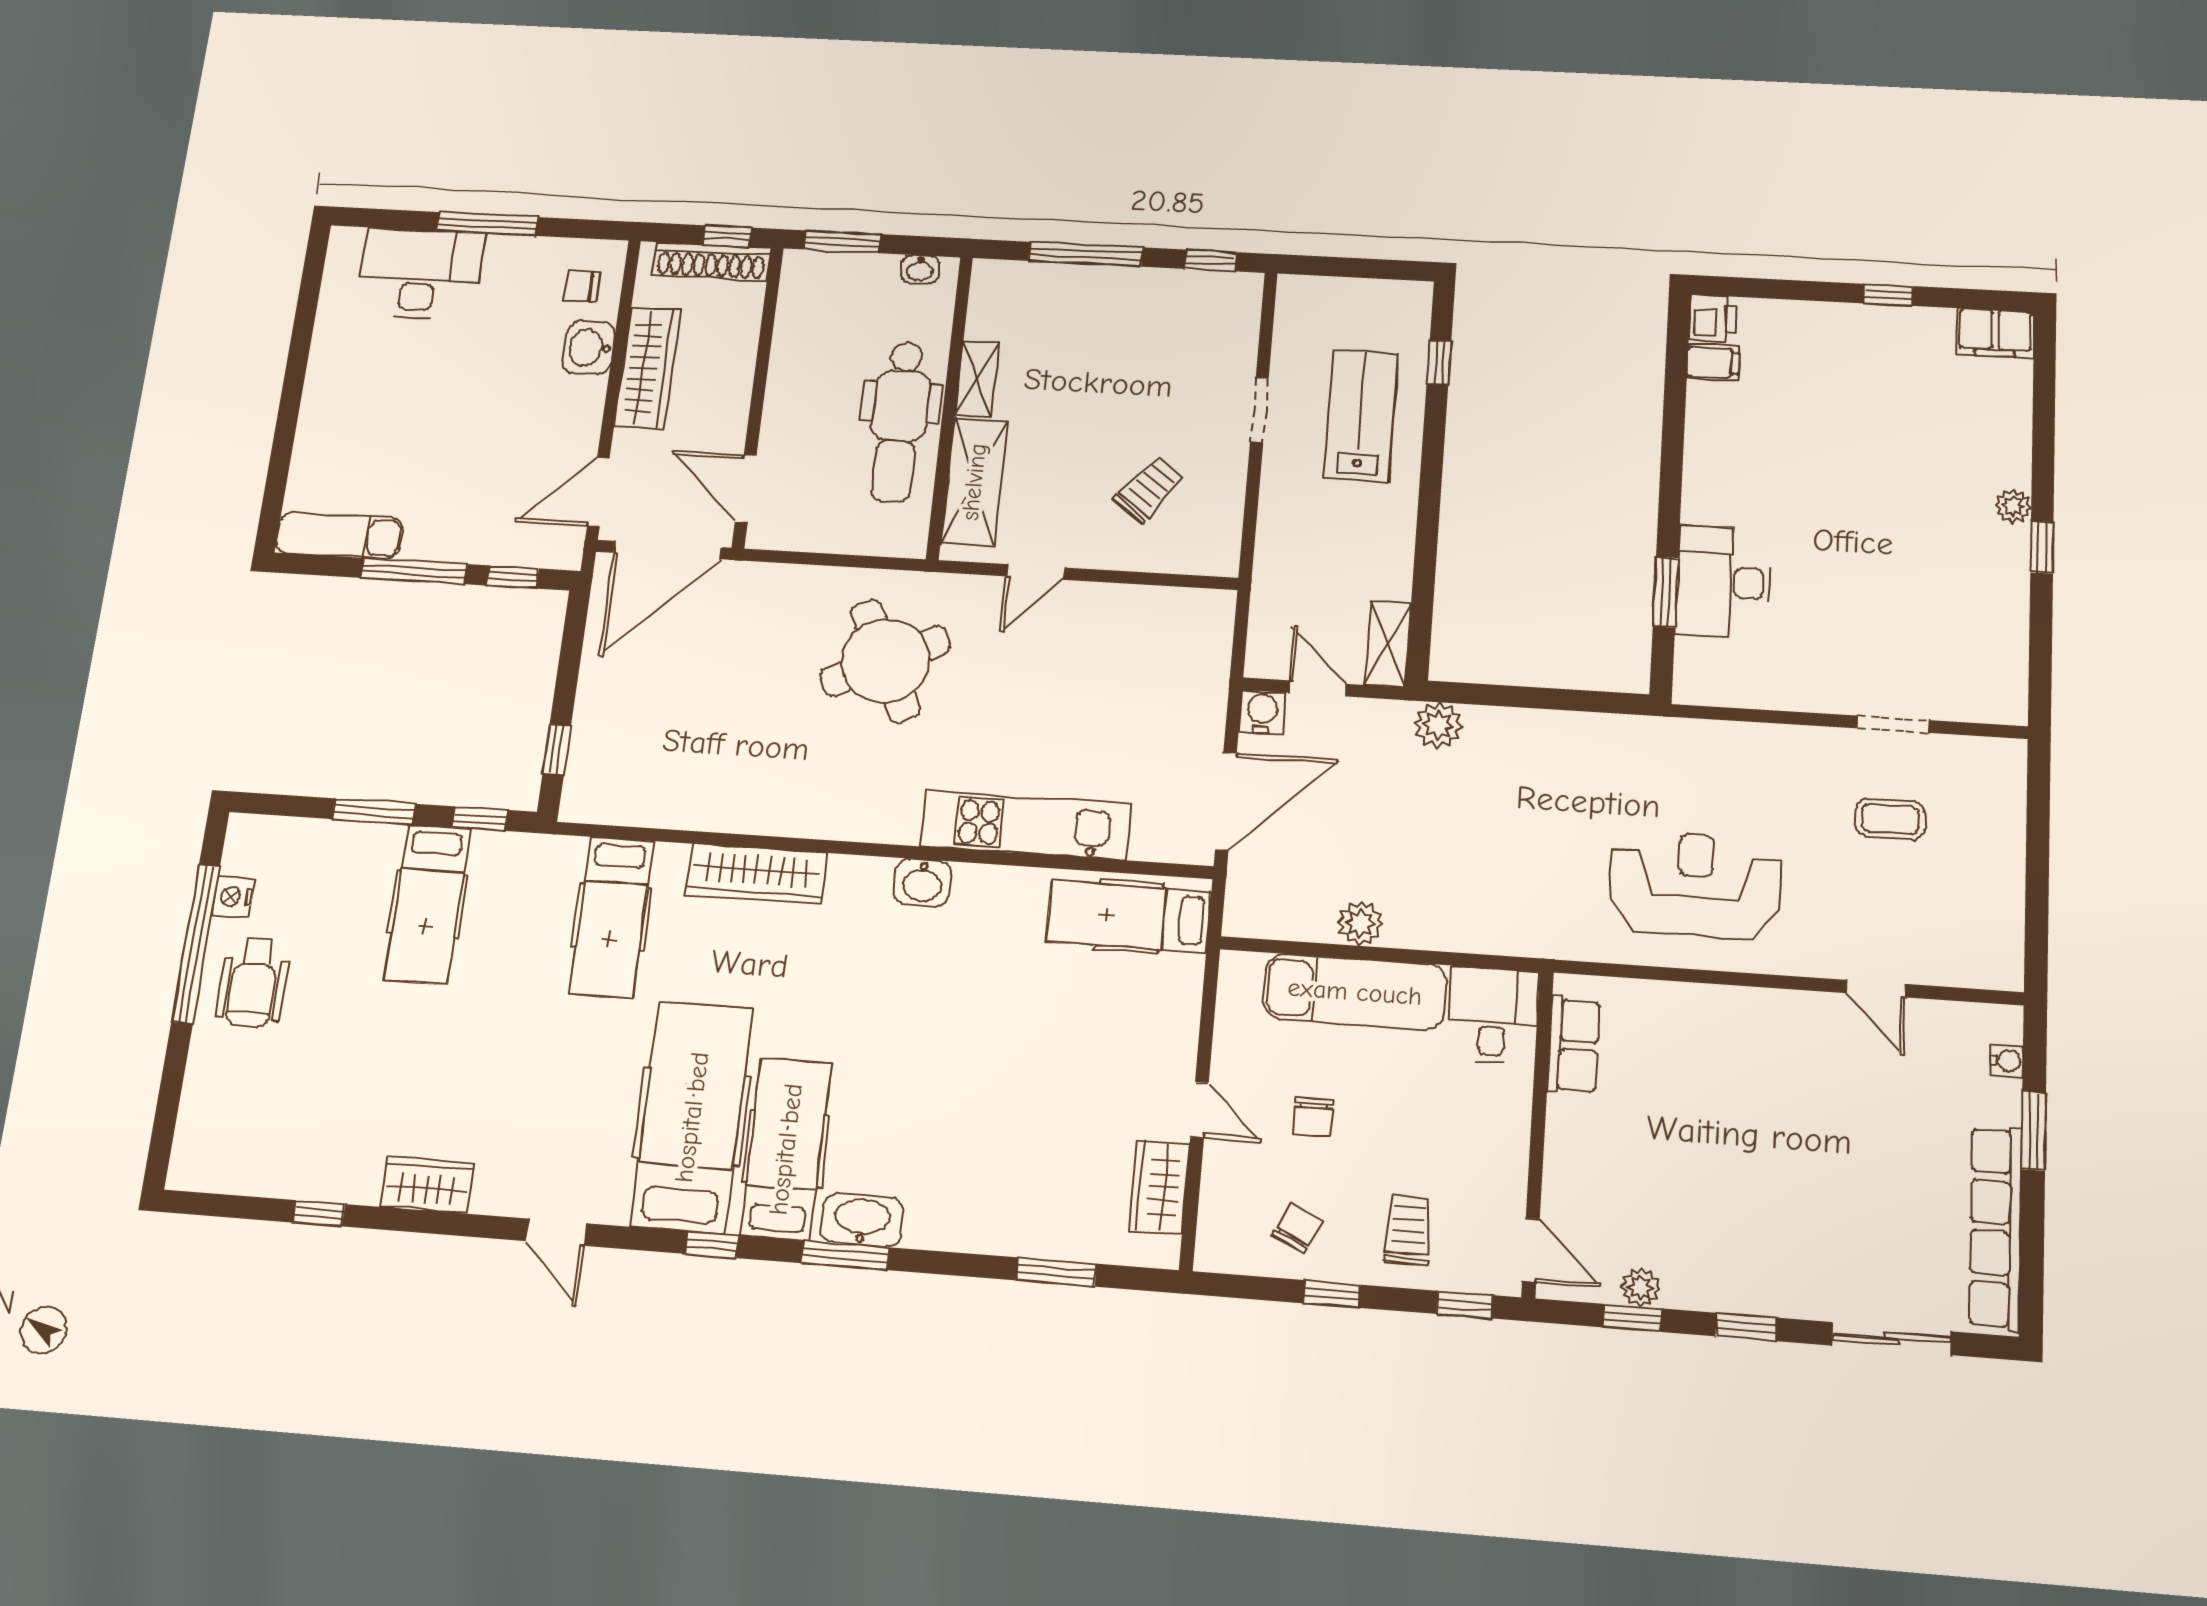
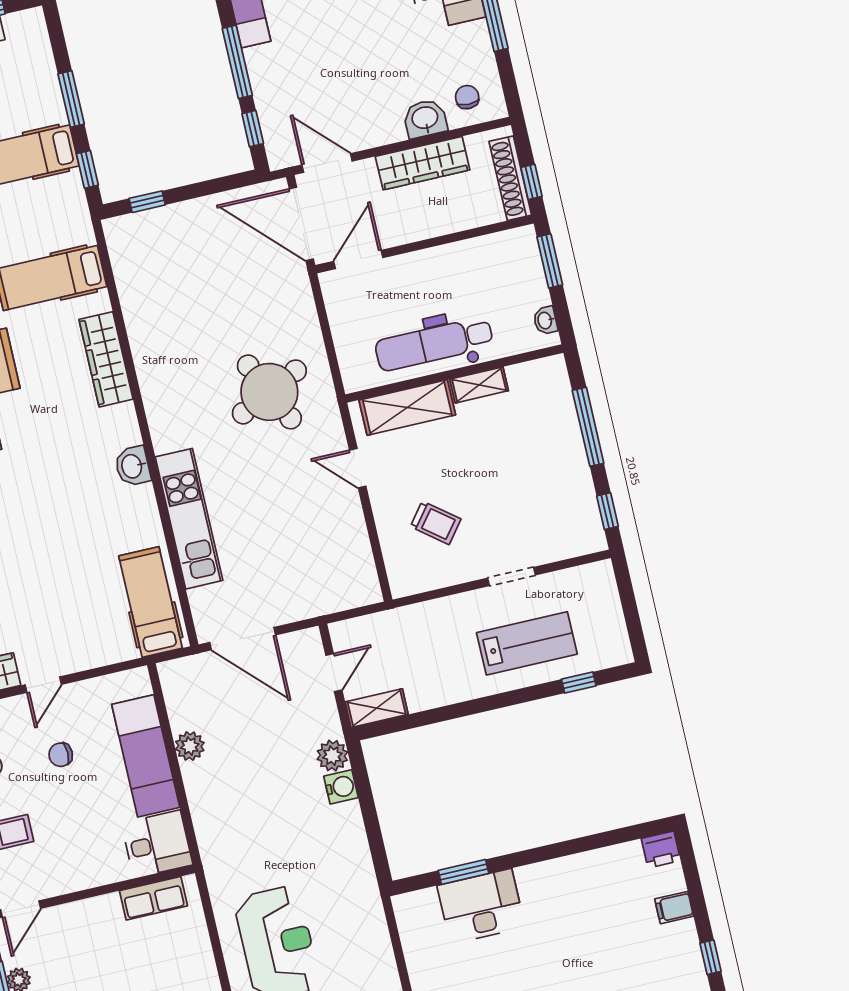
filing cabinet: (1713, 362) -> (674, 908), moved, turned 90
water cooler: (1262, 712) -> (341, 787), moved

